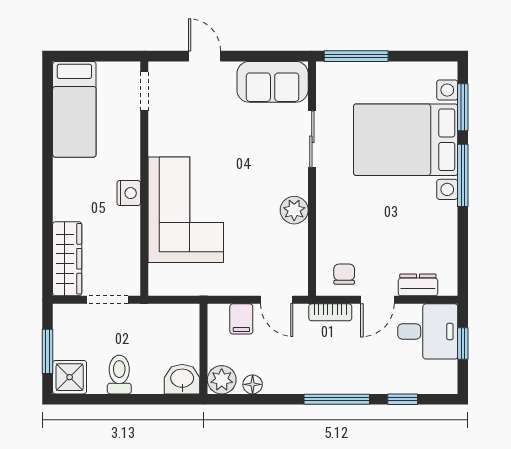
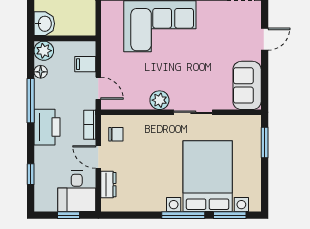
window: (356, 56) -> (265, 142), width x0.69
sliding door: (312, 139) -> (193, 112), moved
door: (277, 300) -> (98, 88), swing flipped
printer: (334, 375) -> (47, 127), added
window: (337, 399) -> (31, 101), moved

